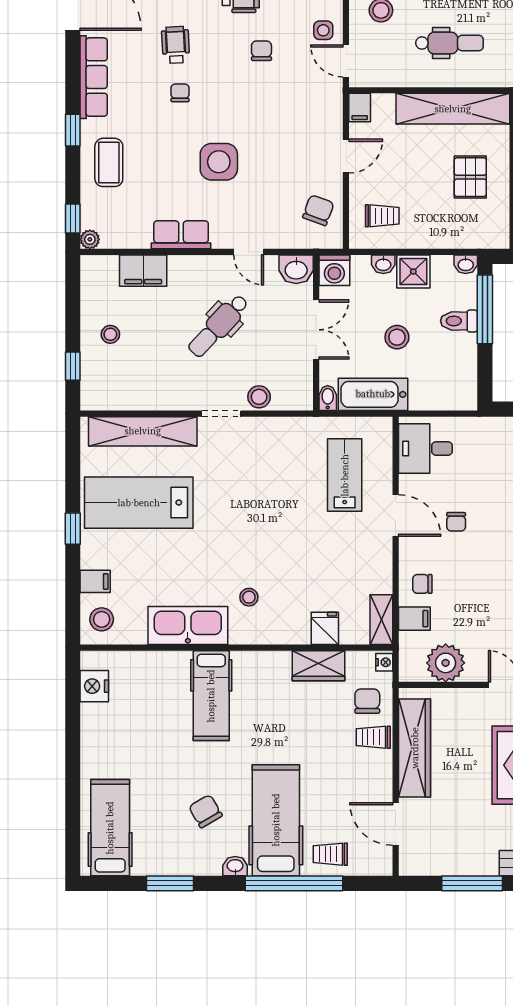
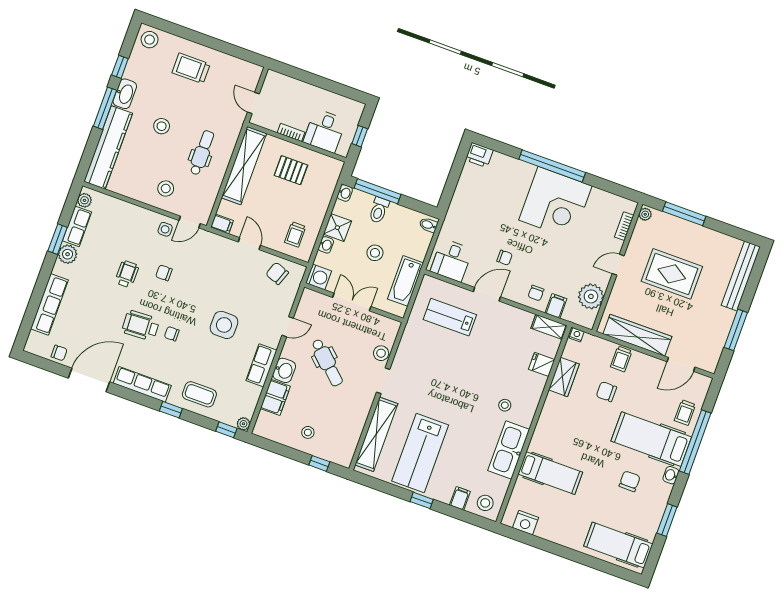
wheelchair: (176, 45) -> (141, 326), width x1.36, depth x1.37
trolley: (382, 216) -> (295, 234), turned 180
washbasin: (296, 269) -> (284, 370), moved
bidet: (328, 398) -> (428, 225), moved
hospital bed: (211, 696) -> (550, 473), moved
chair: (367, 701) -> (606, 392), moved
chair: (205, 811) -> (630, 481), turned 120

